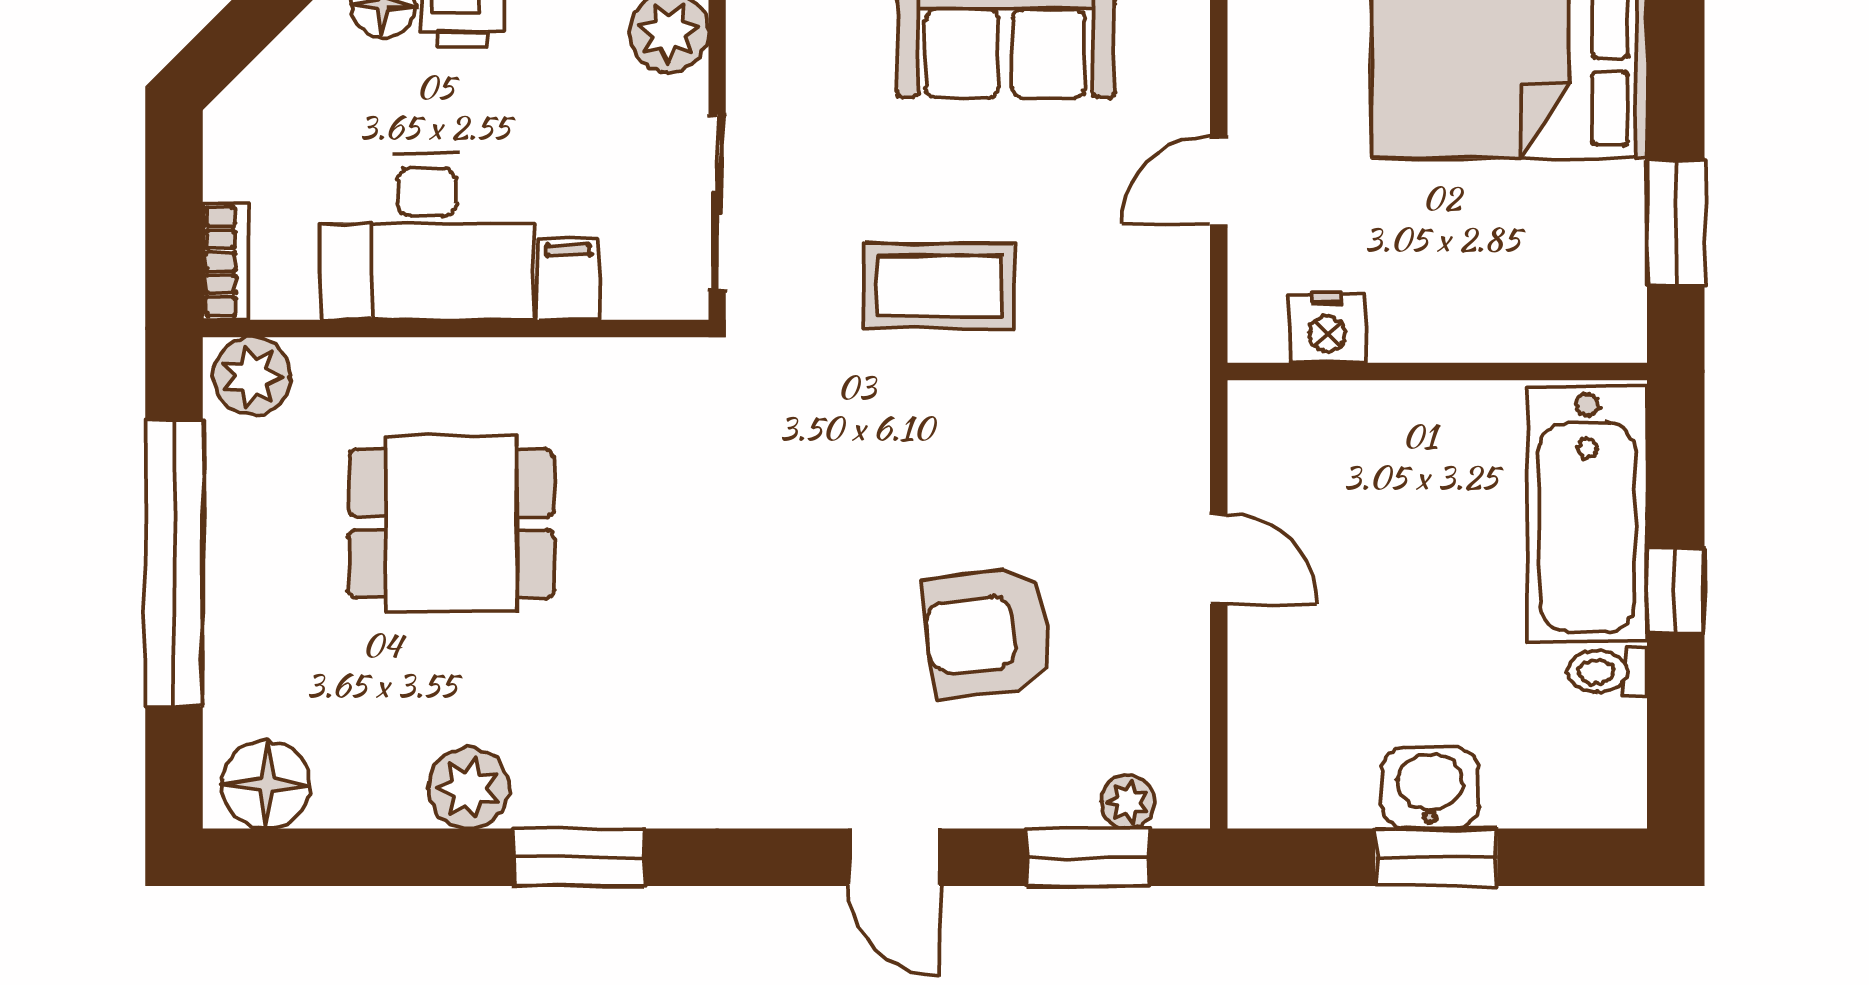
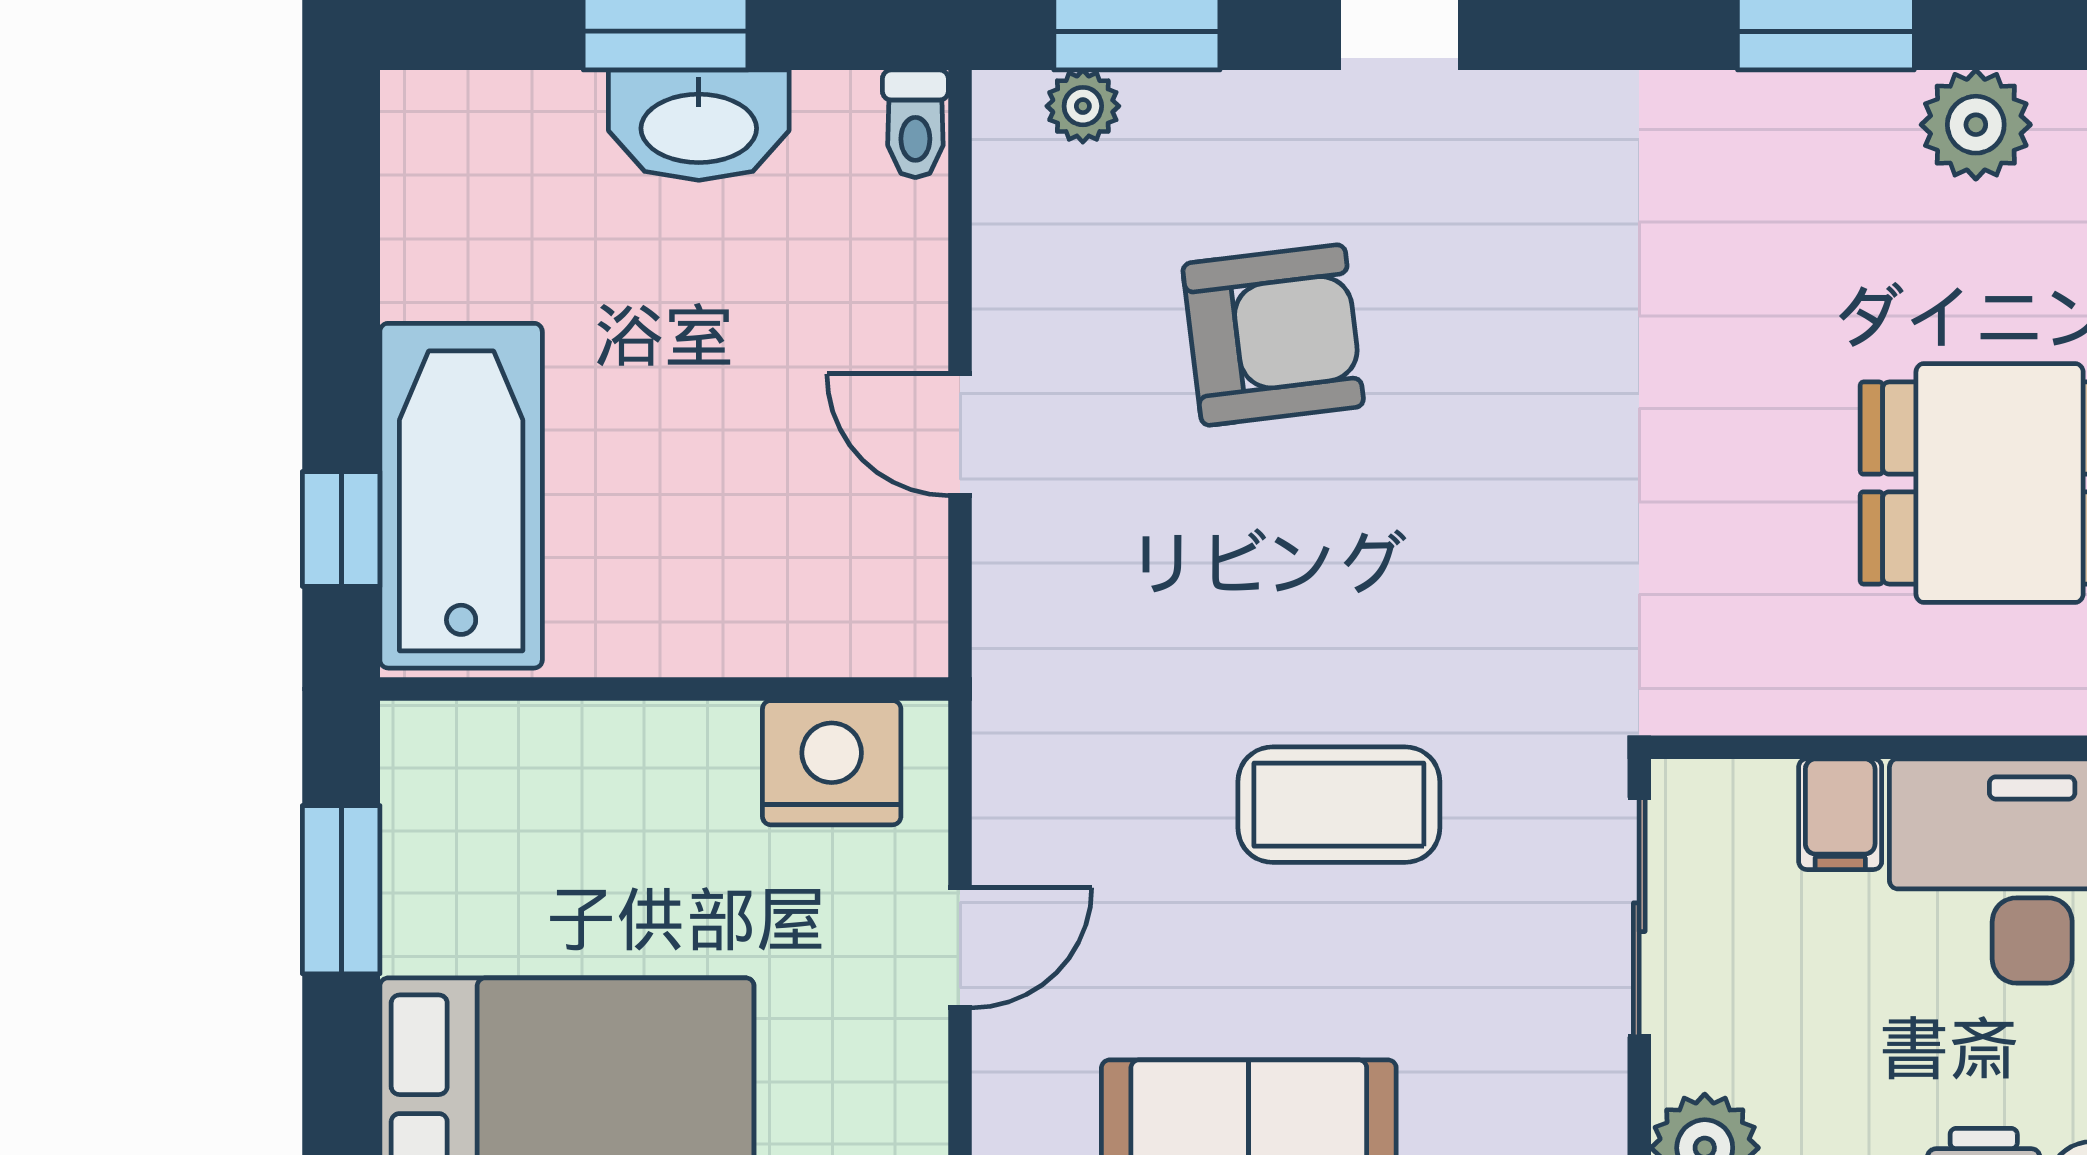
nightstand: (1327, 328) -> (832, 763), width x1.36, depth x1.33
window: (1676, 591) -> (341, 529), moved
toilet: (1607, 672) -> (915, 124), moved, turned 90
washbasin: (1430, 788) -> (699, 125), width x1.38

